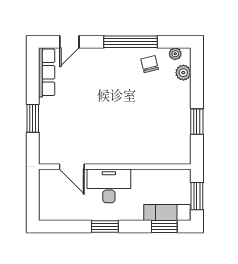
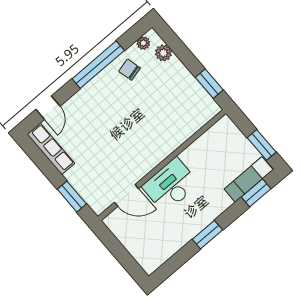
door: (72, 167) -> (126, 195), moved
wall: (115, 167) -> (162, 165), moved
desk: (109, 186) -> (171, 185), moved

